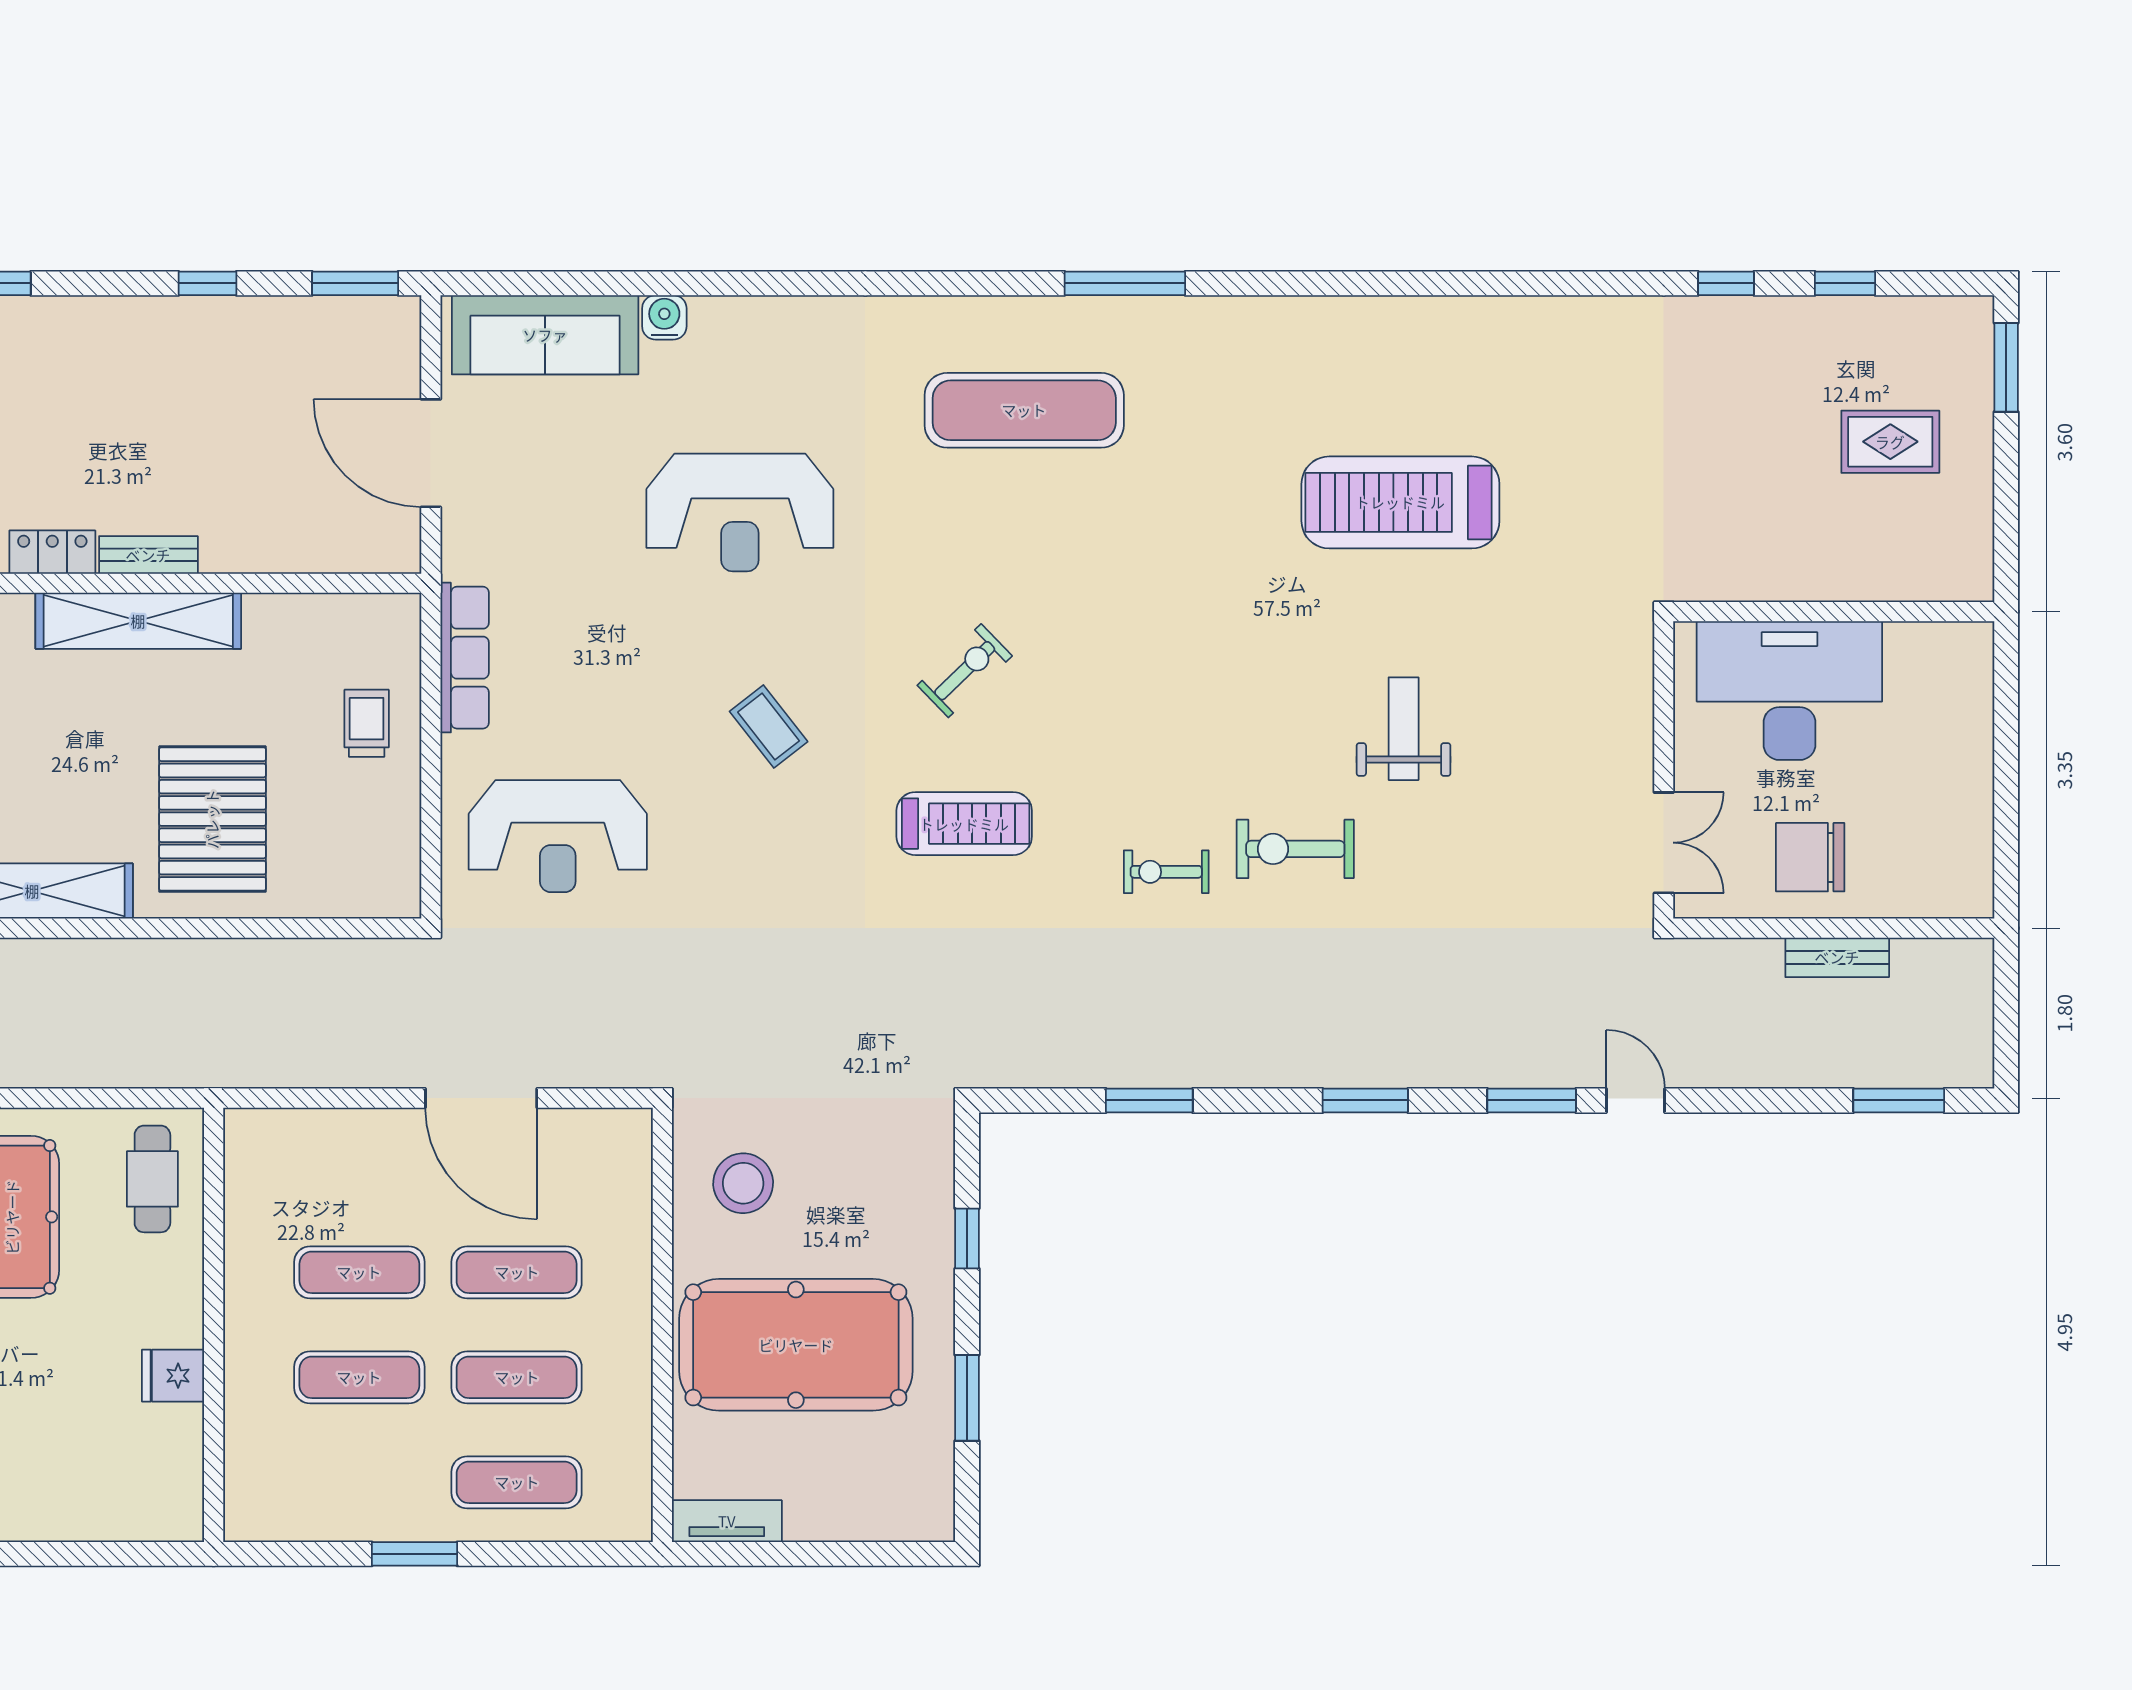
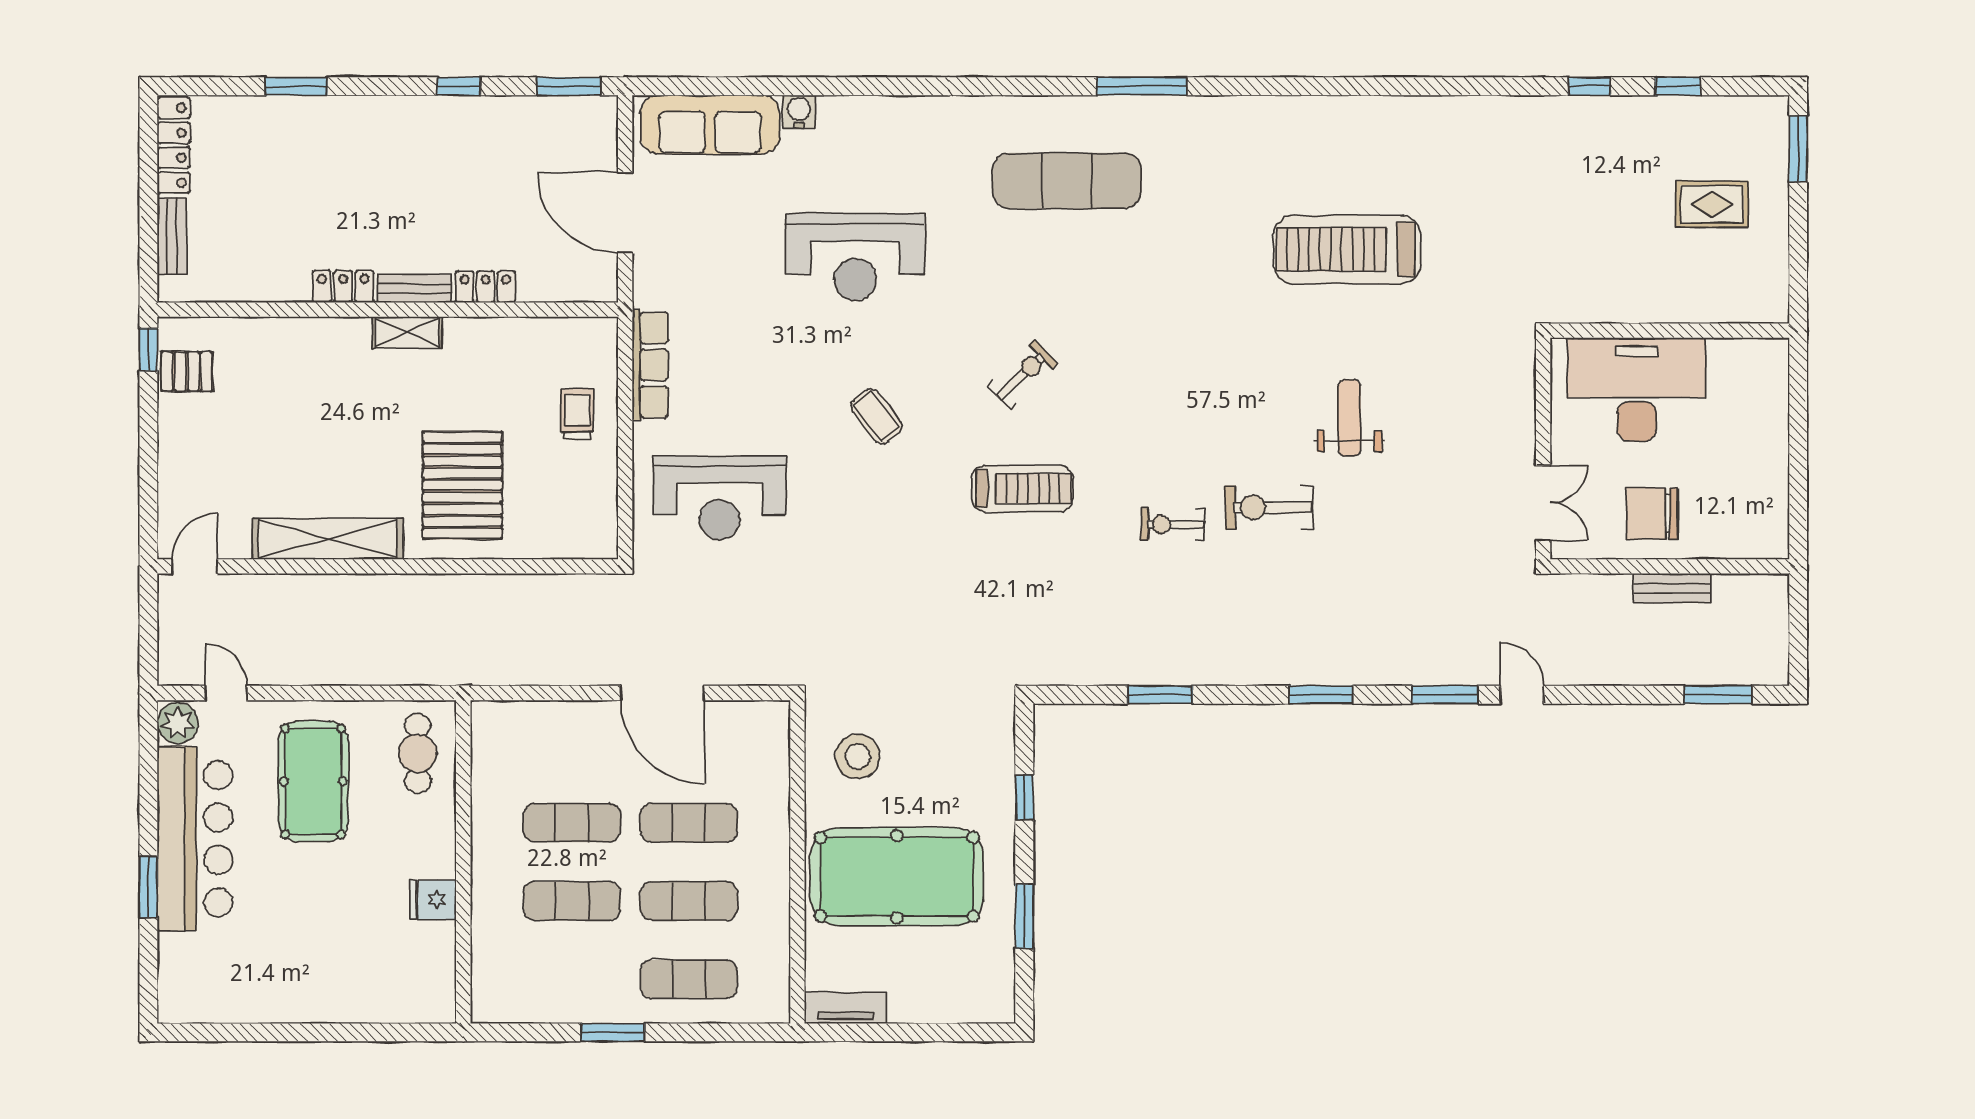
locker: (243, 553) -> (486, 287), added
shelving: (138, 621) -> (407, 332), width x0.45, depth x0.75

